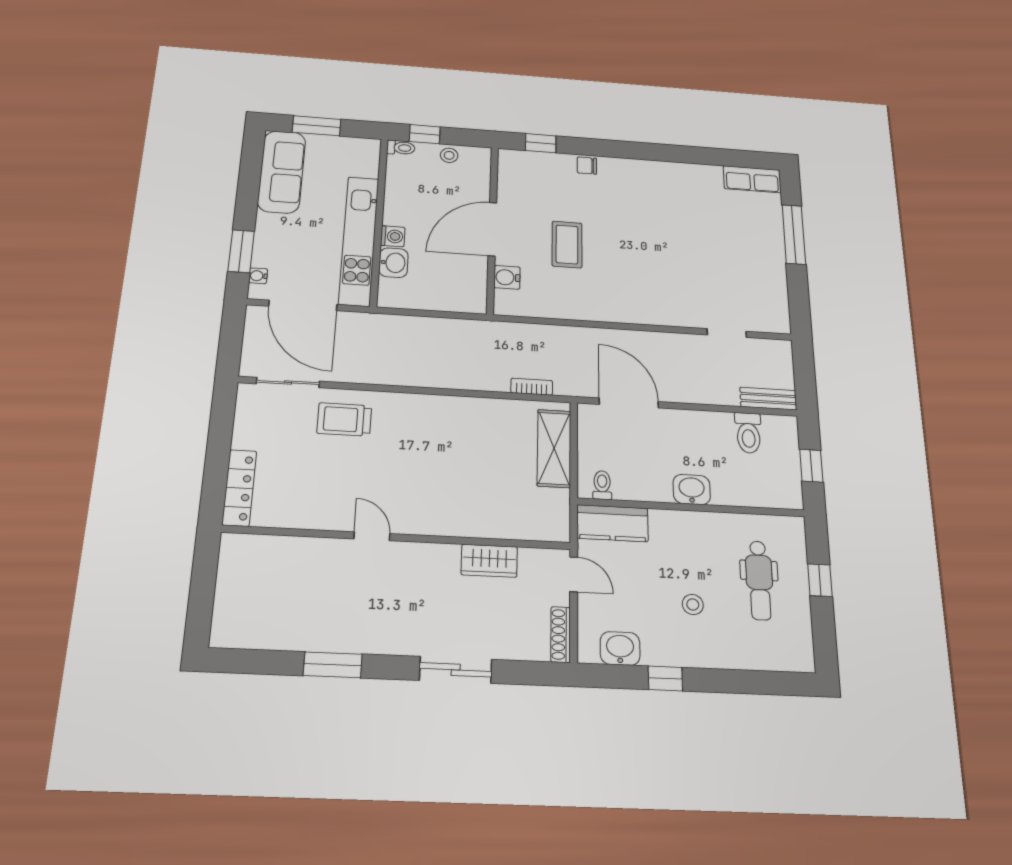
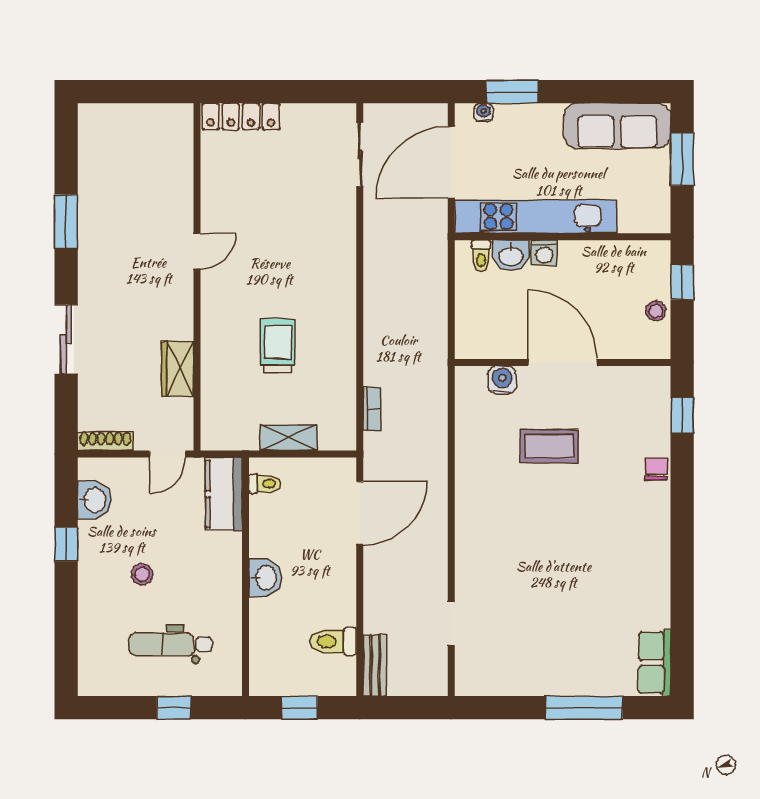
toilet: (401, 148) -> (481, 256), moved
trolley: (344, 419) -> (278, 346), moved
shelving: (554, 448) -> (288, 438), width x0.67, depth x0.75

